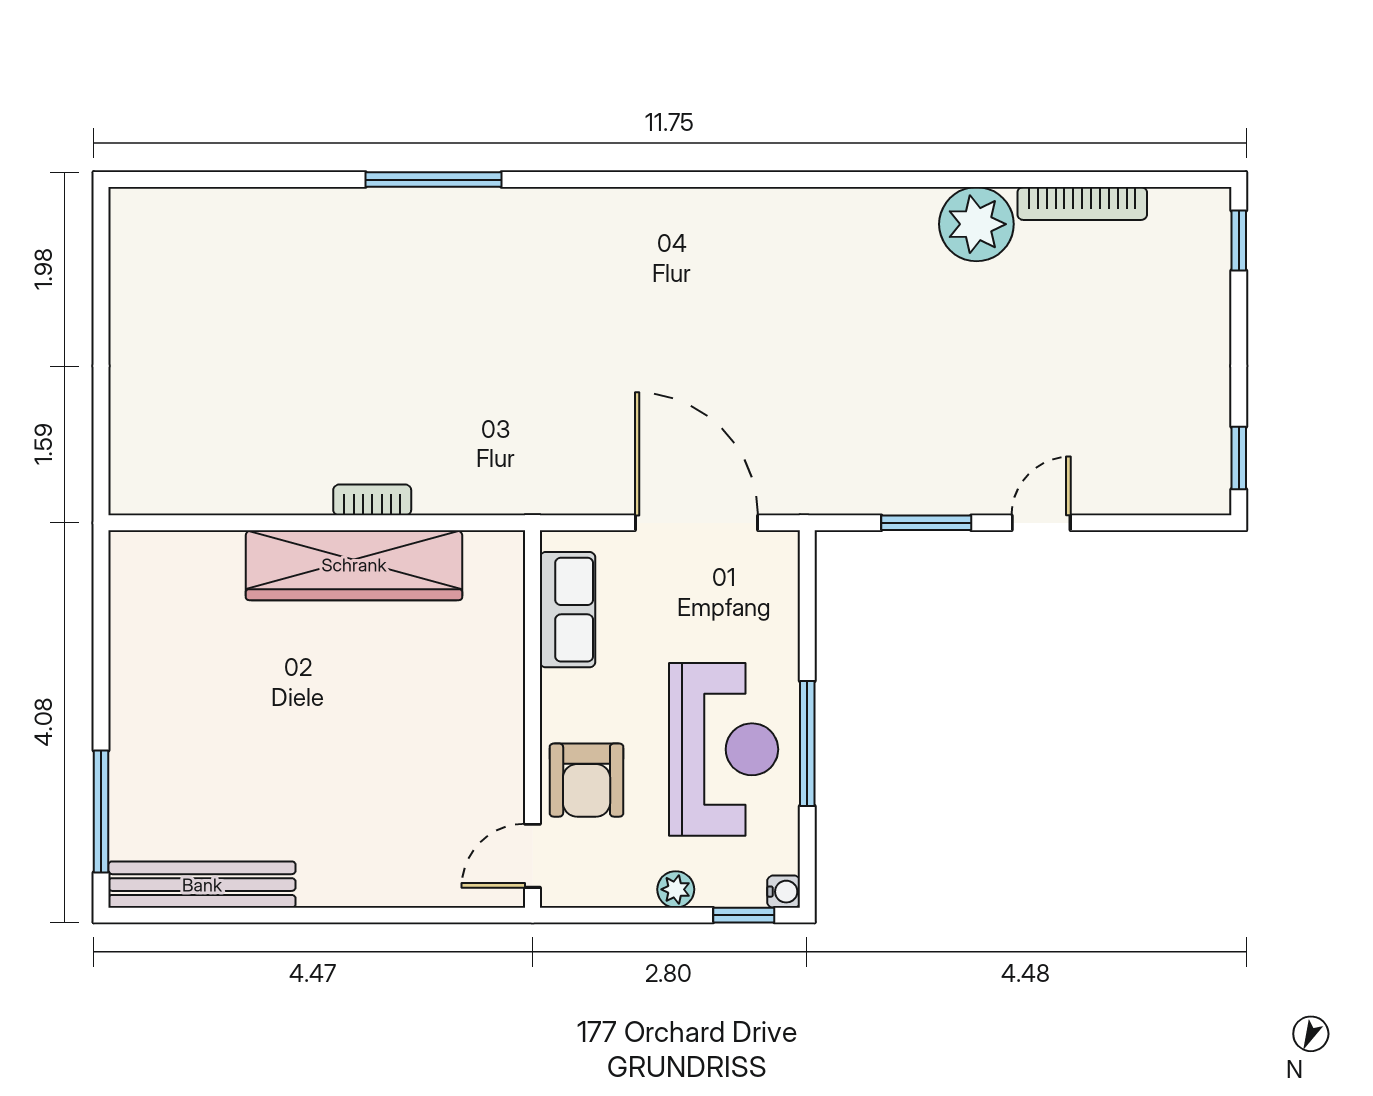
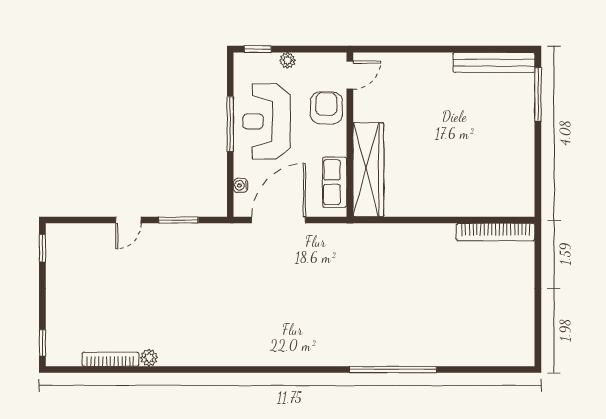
window: (433, 180) -> (393, 370), width x1.46
plant: (976, 224) -> (149, 358), width x0.53, depth x0.53
bookcase: (372, 500) -> (496, 232), moved, width x2.31, depth x1.31
door: (696, 523) -> (279, 220), swing flipped
wardrobe: (354, 565) -> (368, 170), moved, turned 90
water cooler: (784, 892) -> (241, 185), moved

